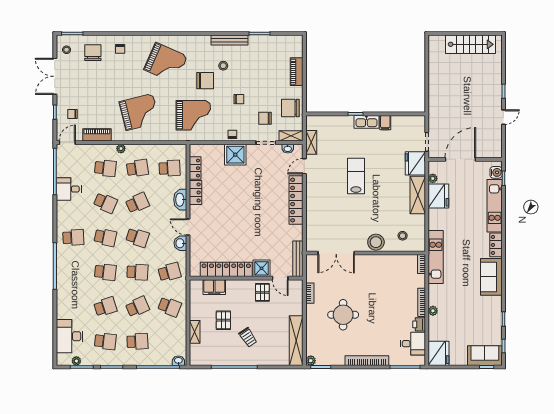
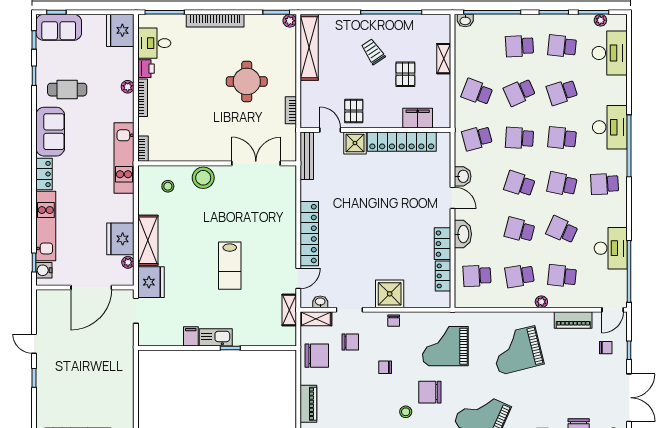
door: (503, 117) -> (34, 344), hinge flipped
desk: (69, 189) -> (611, 248), width x1.37
school desk: (137, 203) -> (520, 230), turned 39
desk: (69, 280) -> (610, 127), added
cafe table: (479, 309) -> (67, 90), added

